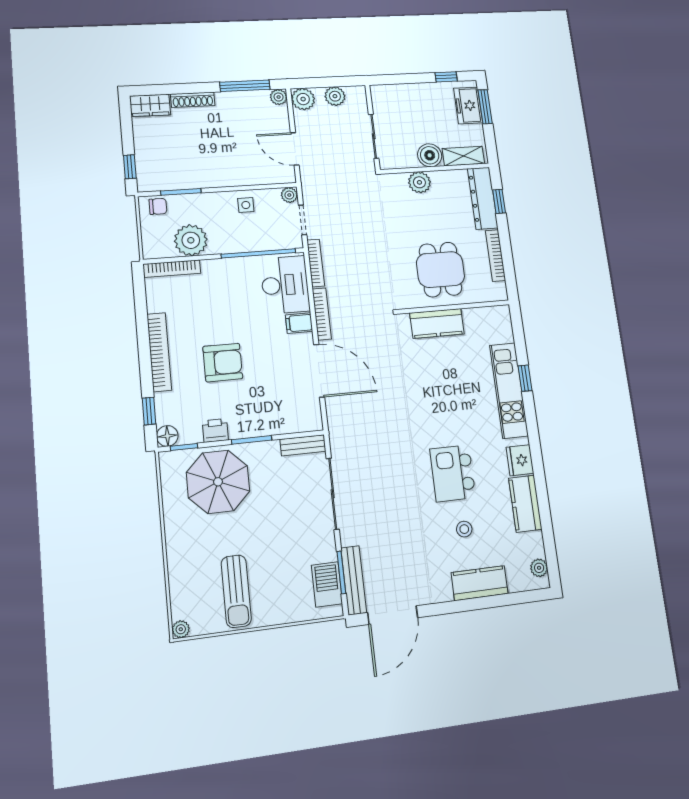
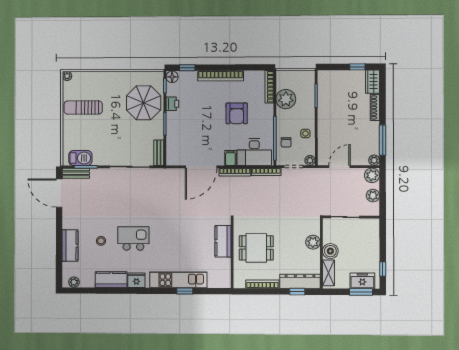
window: (130, 167) -> (357, 67), moved
chair: (158, 206) -> (286, 142), moved
armchair: (223, 363) -> (237, 113), moved
bench: (354, 580) -> (76, 173), width x0.73

